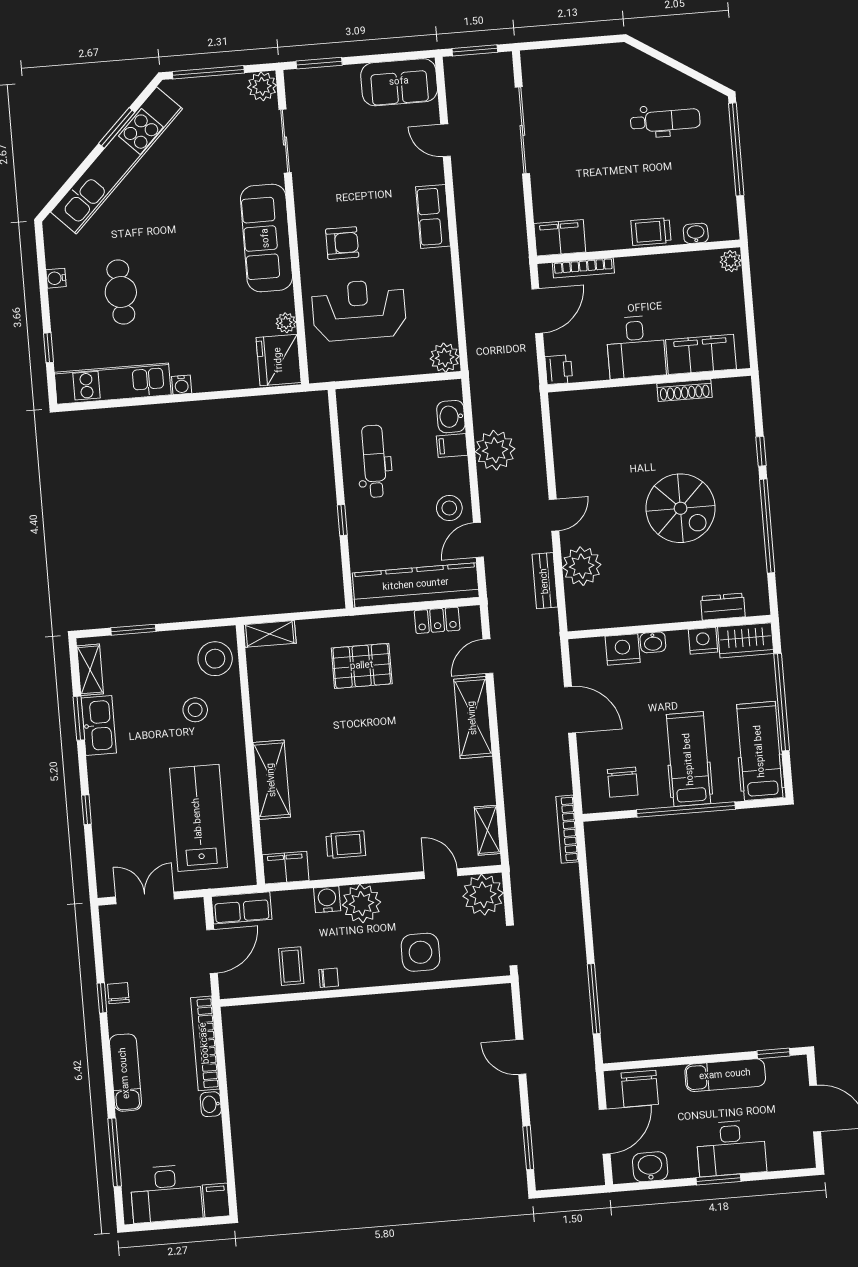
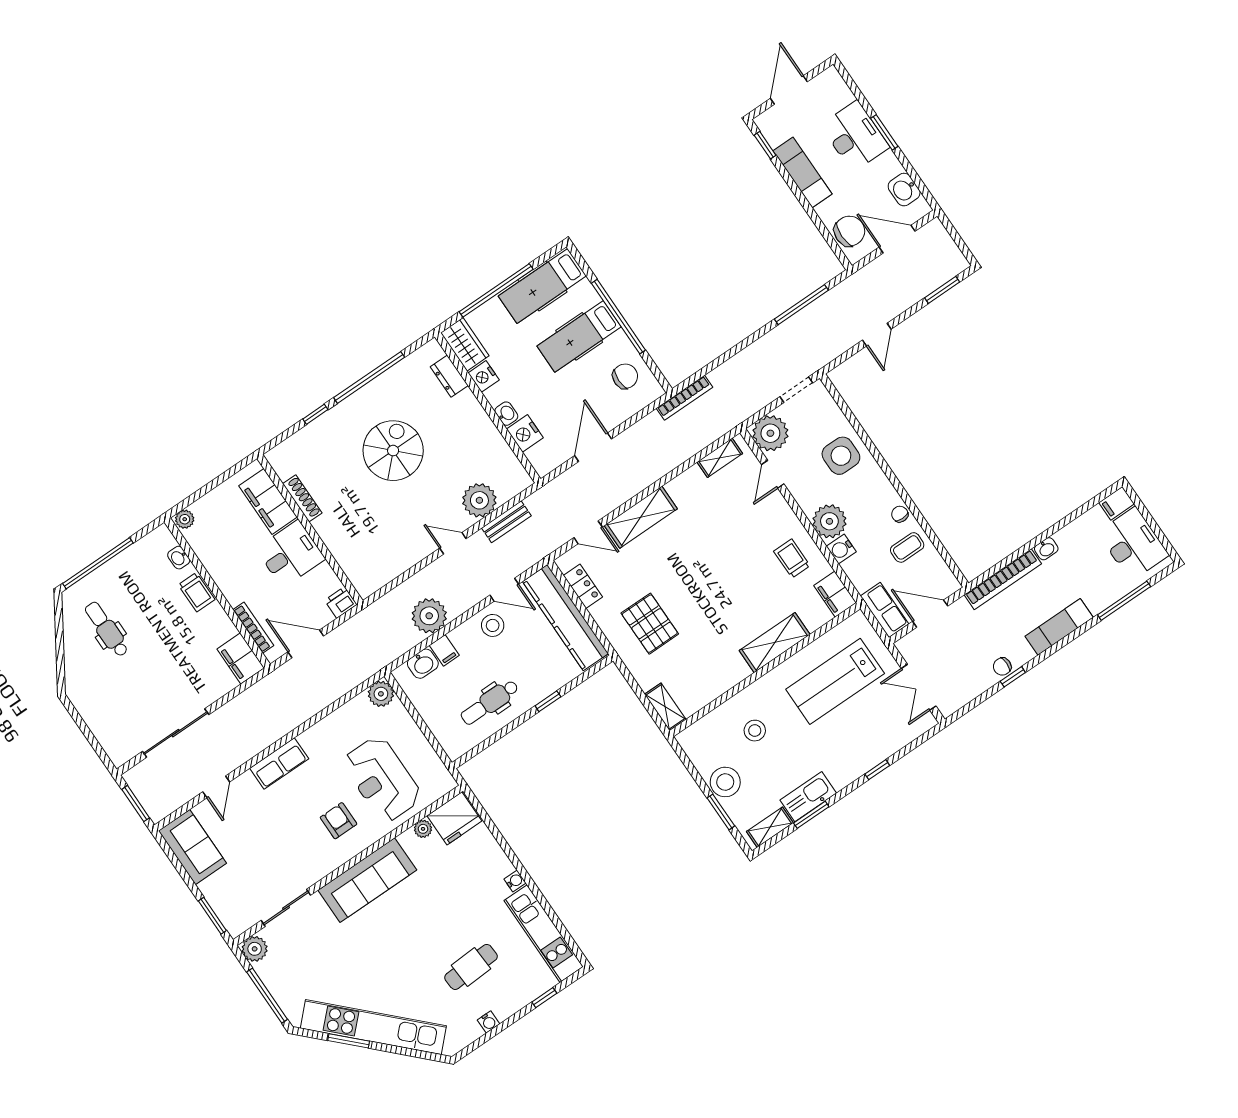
stool: (215, 659) -> (725, 782), moved

